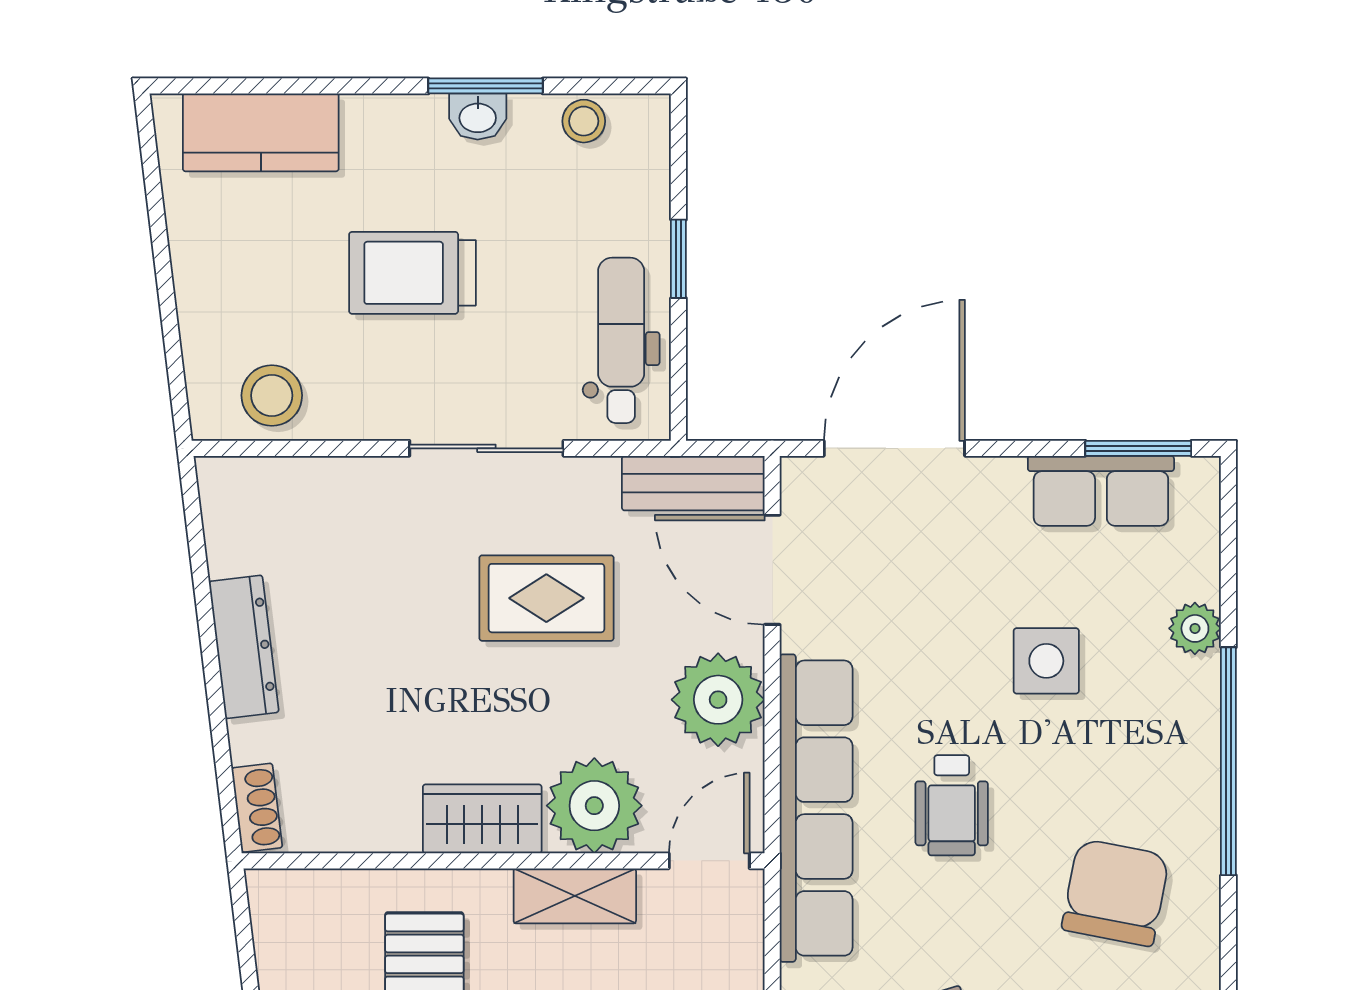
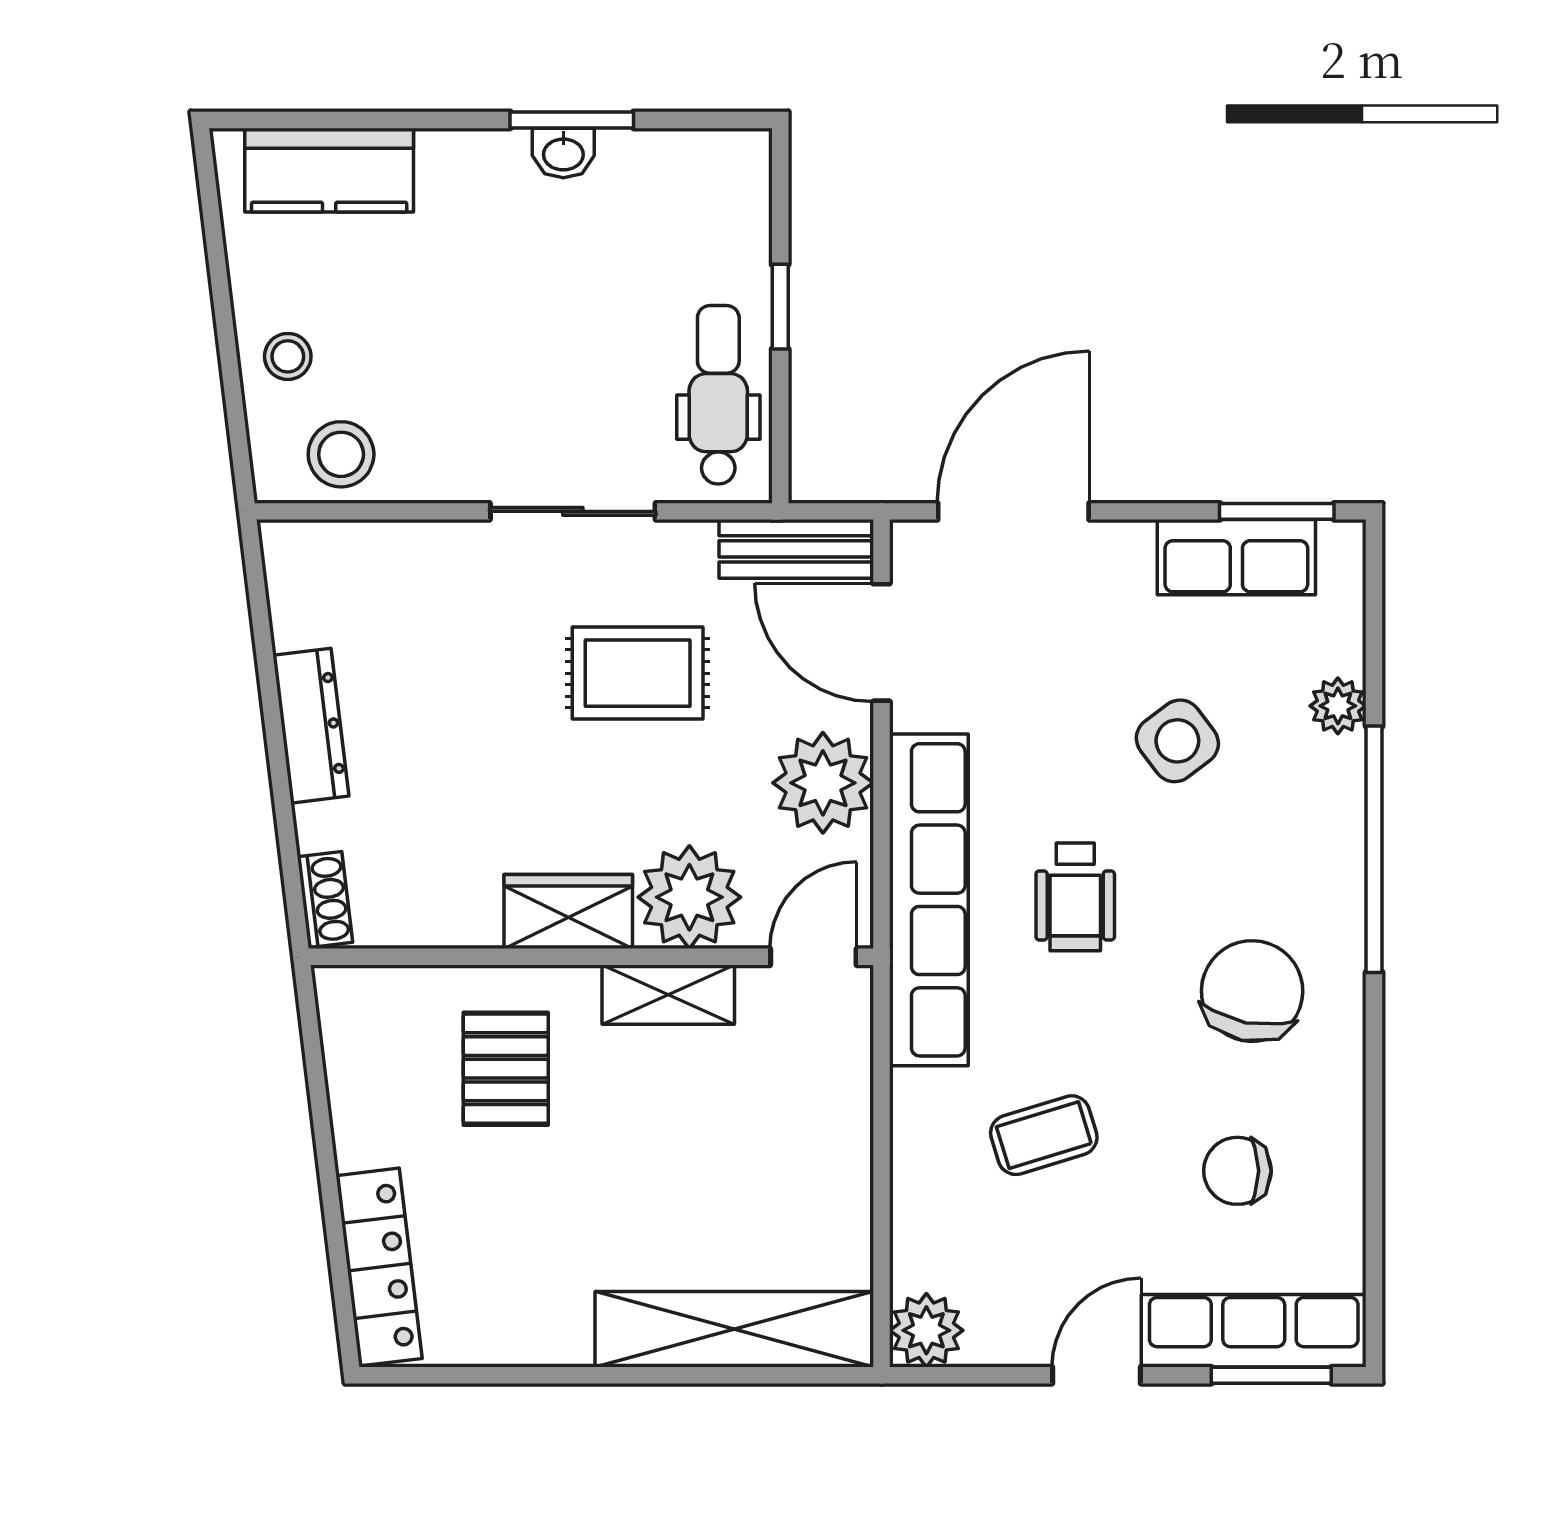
stool: (584, 121) -> (288, 356), moved
trolley: (412, 273) -> (493, 322), removed
side table: (1046, 661) -> (1177, 741), turned -37

